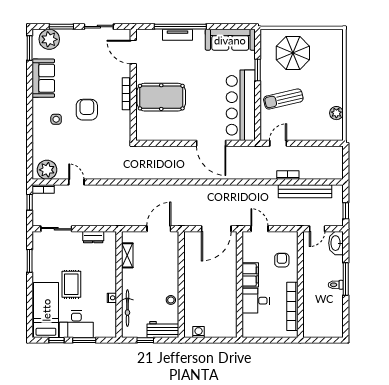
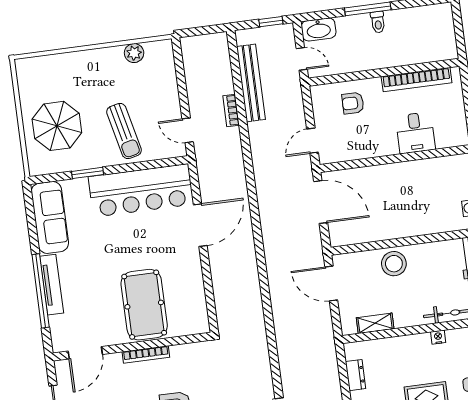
tv unit: (177, 35) -> (52, 285), width x1.41
filing cabinet: (250, 275) -> (380, 145), removed
stool: (171, 300) -> (394, 264), moved, width x1.89, depth x1.89

